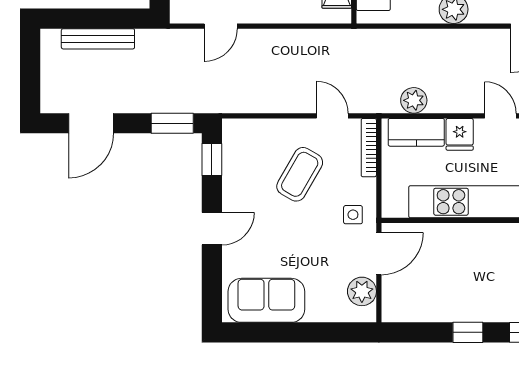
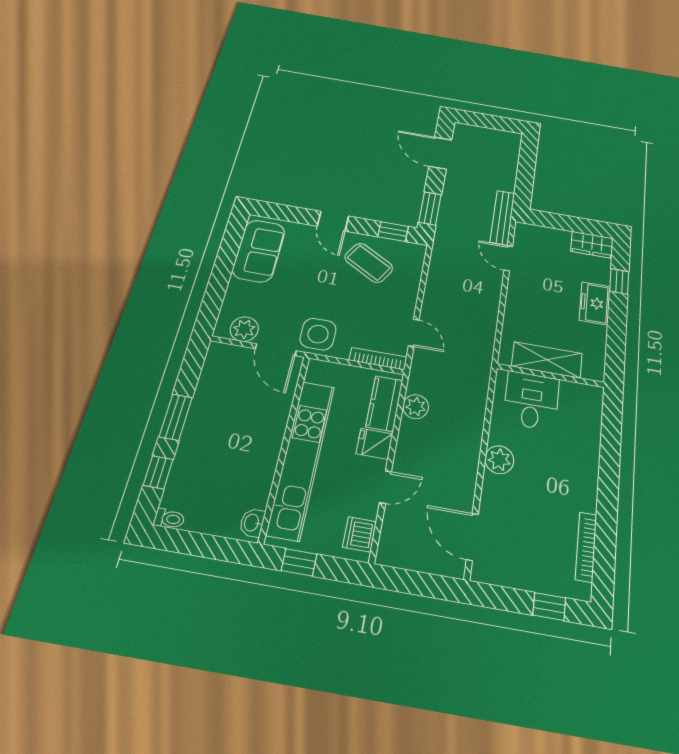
bench: (98, 39) -> (502, 218), moved
door: (332, 116) -> (414, 333), hinge flipped
coffee table: (300, 174) -> (369, 263), moved
side table: (353, 215) -> (318, 334), width x1.87, depth x1.87
window: (468, 332) -> (176, 417), width x1.50

